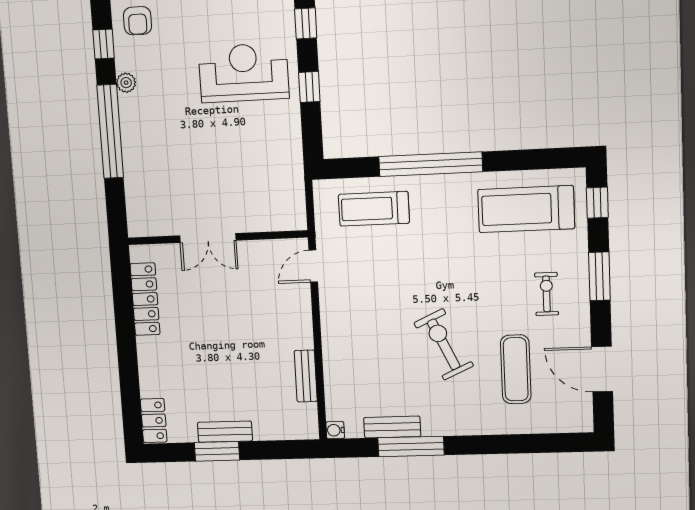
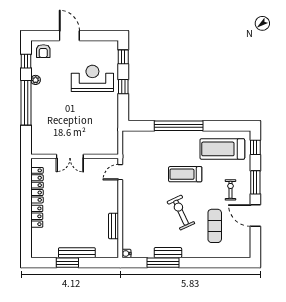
treadmill: (374, 209) -> (185, 174), moved
door: (602, 369) -> (255, 215), moved
locker: (154, 421) -> (37, 216), moved
bench: (392, 427) -> (168, 253), moved
bench: (225, 432) -> (77, 253), width x1.36

